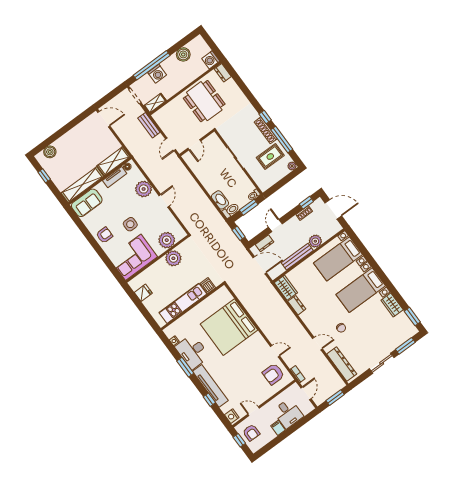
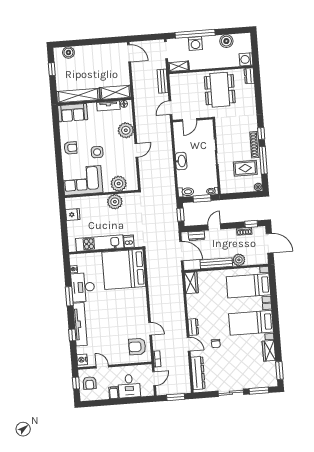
washbasin: (220, 200) -> (181, 161), moved
dresser: (297, 305) -> (193, 327), moved
bed: (229, 327) -> (124, 269), moved

